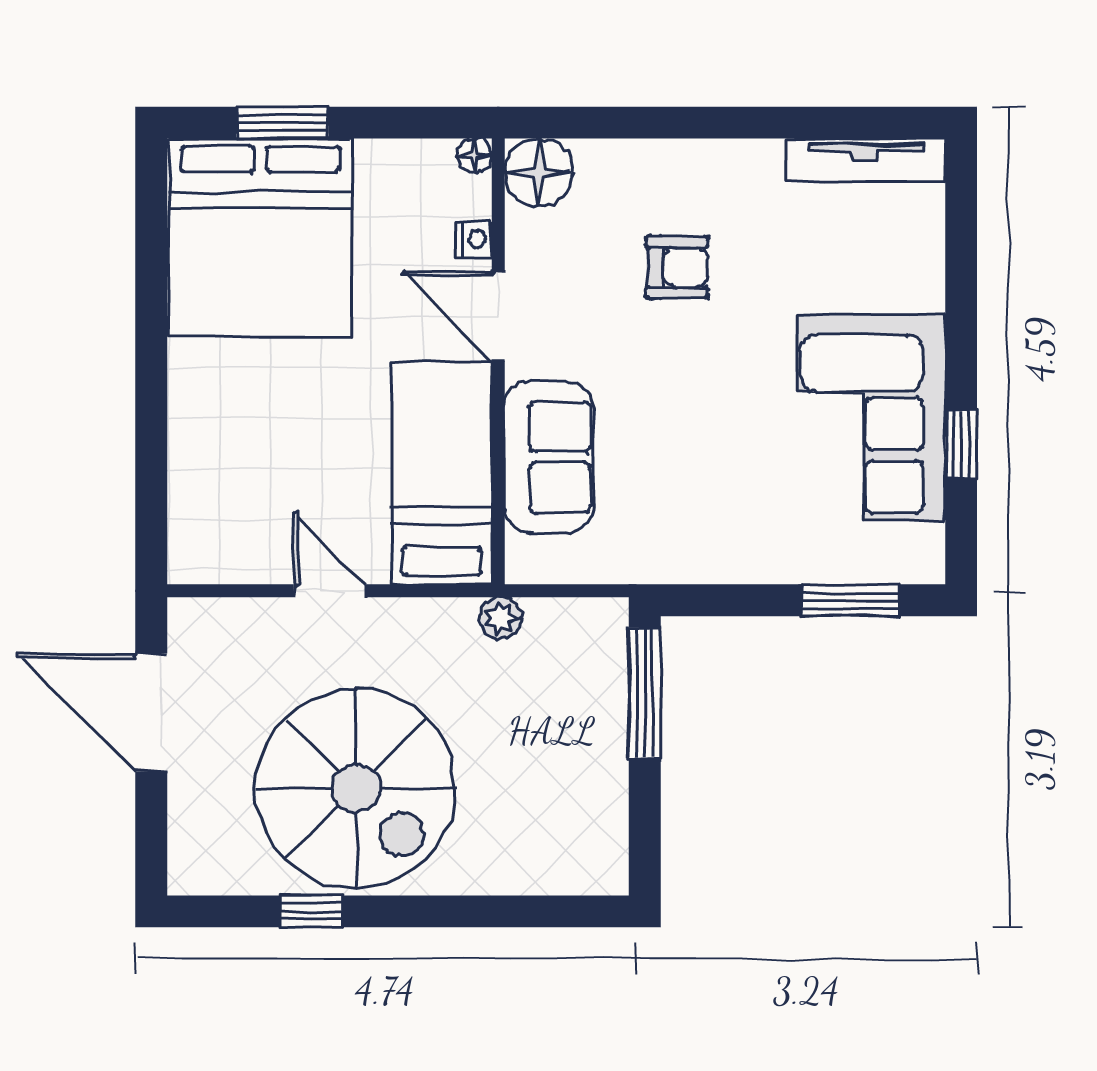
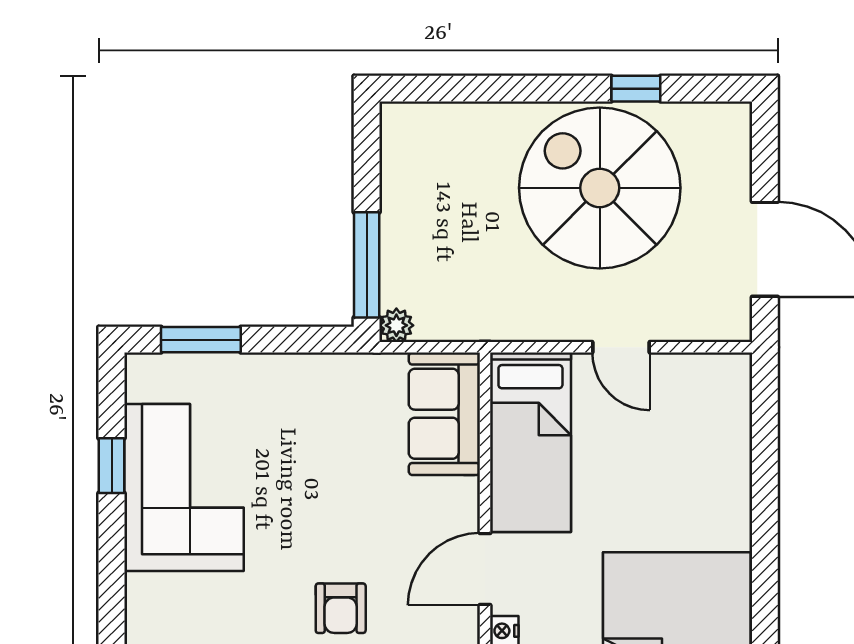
armchair: (677, 267) -> (341, 608), turned -90
door: (498, 316) -> (485, 569), swing flipped
sofa: (549, 457) -> (444, 414), moved
plant: (501, 618) -> (396, 325), moved

